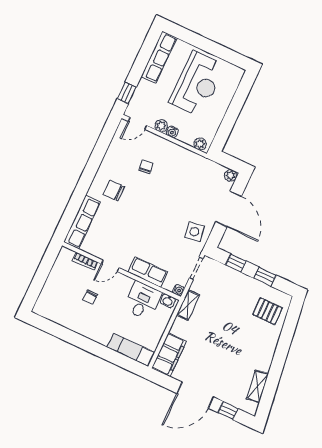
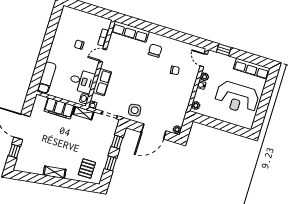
door: (110, 266) -> (103, 55), hinge flipped
filing cabinet: (169, 355) -> (59, 108), moved
shelving: (257, 386) -> (55, 172), moved

